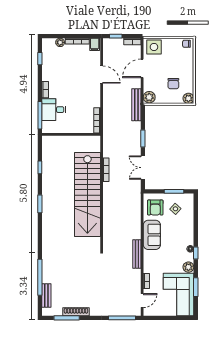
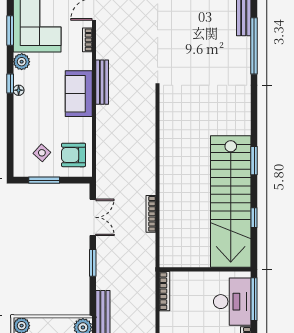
desk: (54, 110) -> (232, 302), width x1.37
stairs: (87, 195) -> (231, 202), moved, turned 180
armchair: (155, 207) -> (74, 155), turned -90
sofa: (152, 235) -> (79, 94), moved

